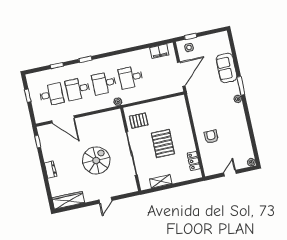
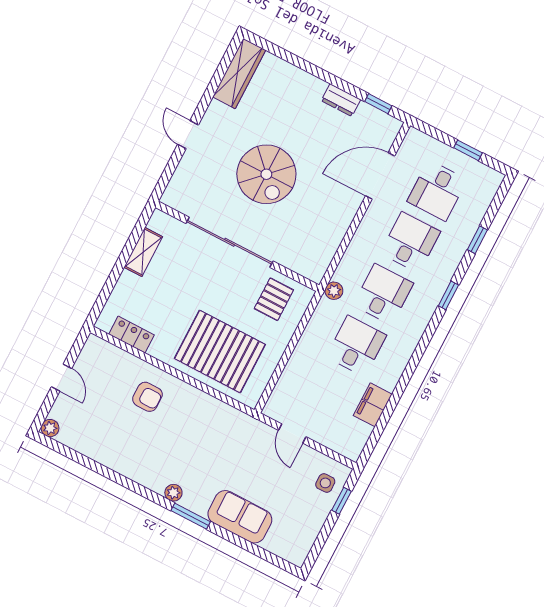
filing cabinet: (159, 51) -> (373, 405), moved
door: (181, 74) -> (292, 434), width x0.53
pallet: (163, 143) -> (220, 351), moved, width x1.37, depth x1.41
dresser: (51, 170) -> (341, 100), moved

